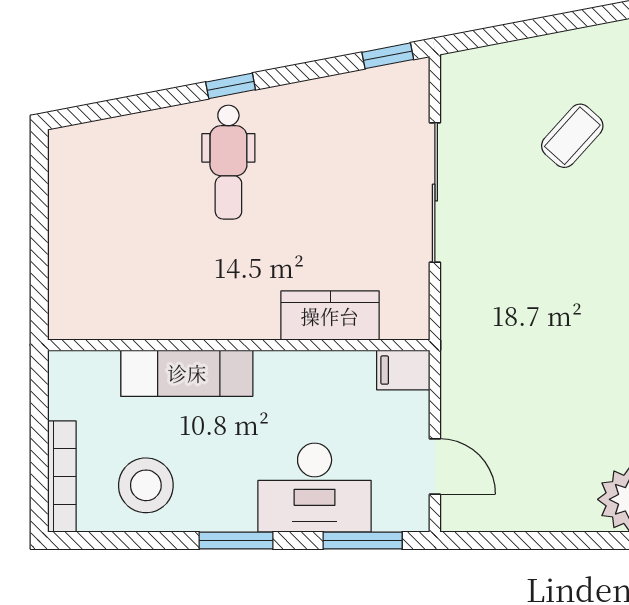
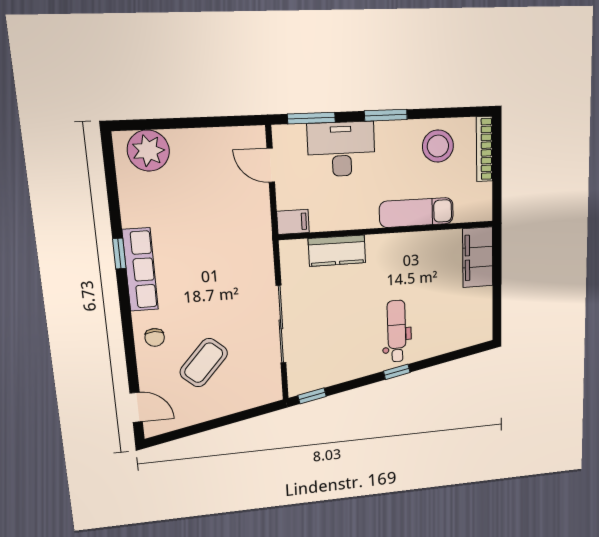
coffee table: (572, 136) -> (204, 363), width x1.36, depth x1.30
filing cabinet: (75, 286) -> (478, 257), added

